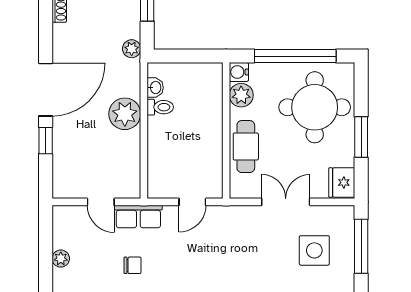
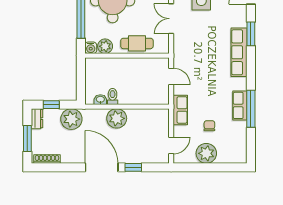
plant: (132, 49) -> (71, 119), width x1.87, depth x1.87
door: (101, 202) -> (171, 145), moved
plant: (61, 259) -> (206, 153), width x1.87, depth x1.87
chair: (132, 265) -> (209, 126), moved

